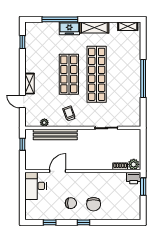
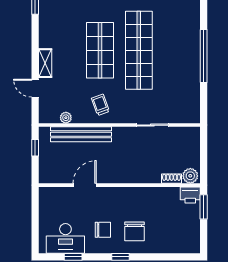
desk: (35, 186) -> (65, 238), moved, turned -90

